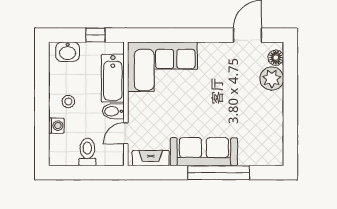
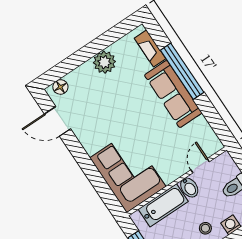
plant: (272, 79) -> (104, 62), moved
door: (126, 133) -> (200, 166), swing flipped
fireplace: (151, 158) -> (150, 48), moved

